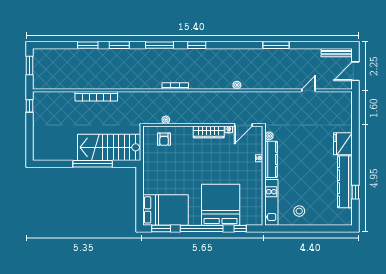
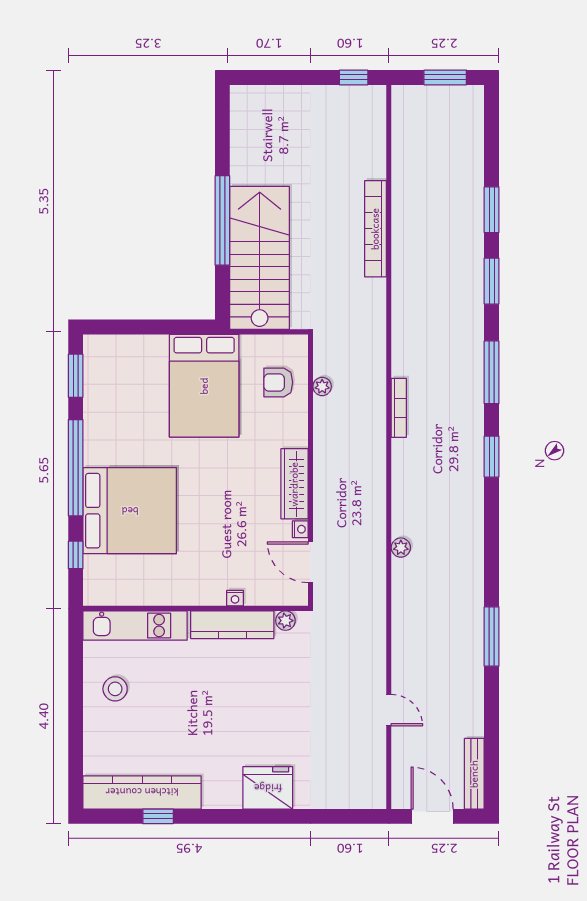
kitchen counter: (345, 182) -> (142, 792), moved
bed: (165, 210) -> (204, 386), moved

